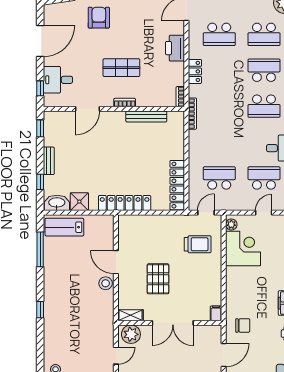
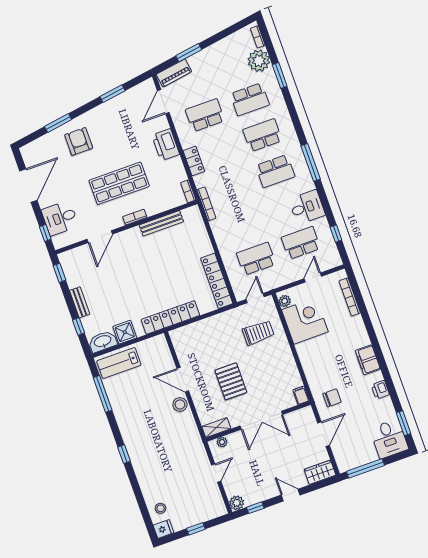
school desk: (219, 34) -> (205, 115), turned 180
shop shelf: (121, 68) -> (119, 183), width x1.43, depth x1.36
plant: (131, 334) -> (222, 442), width x0.53, depth x0.53

